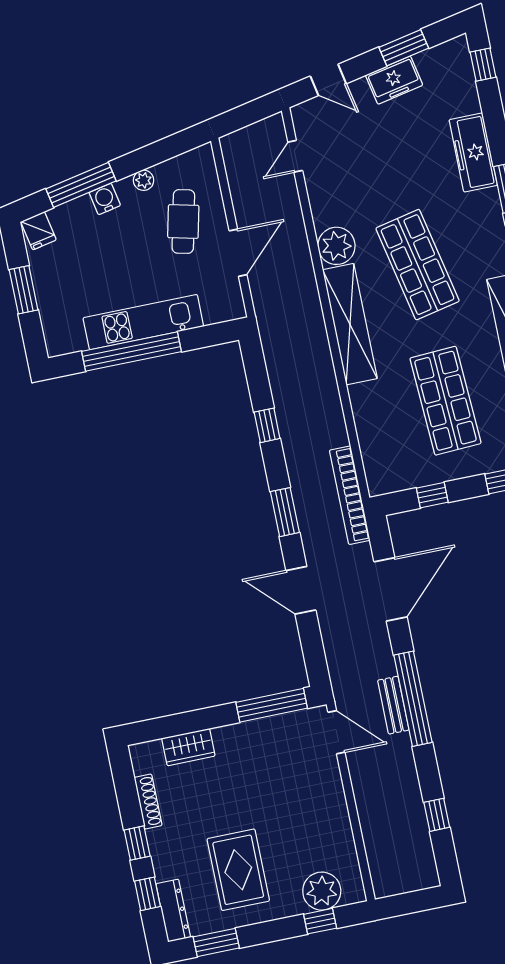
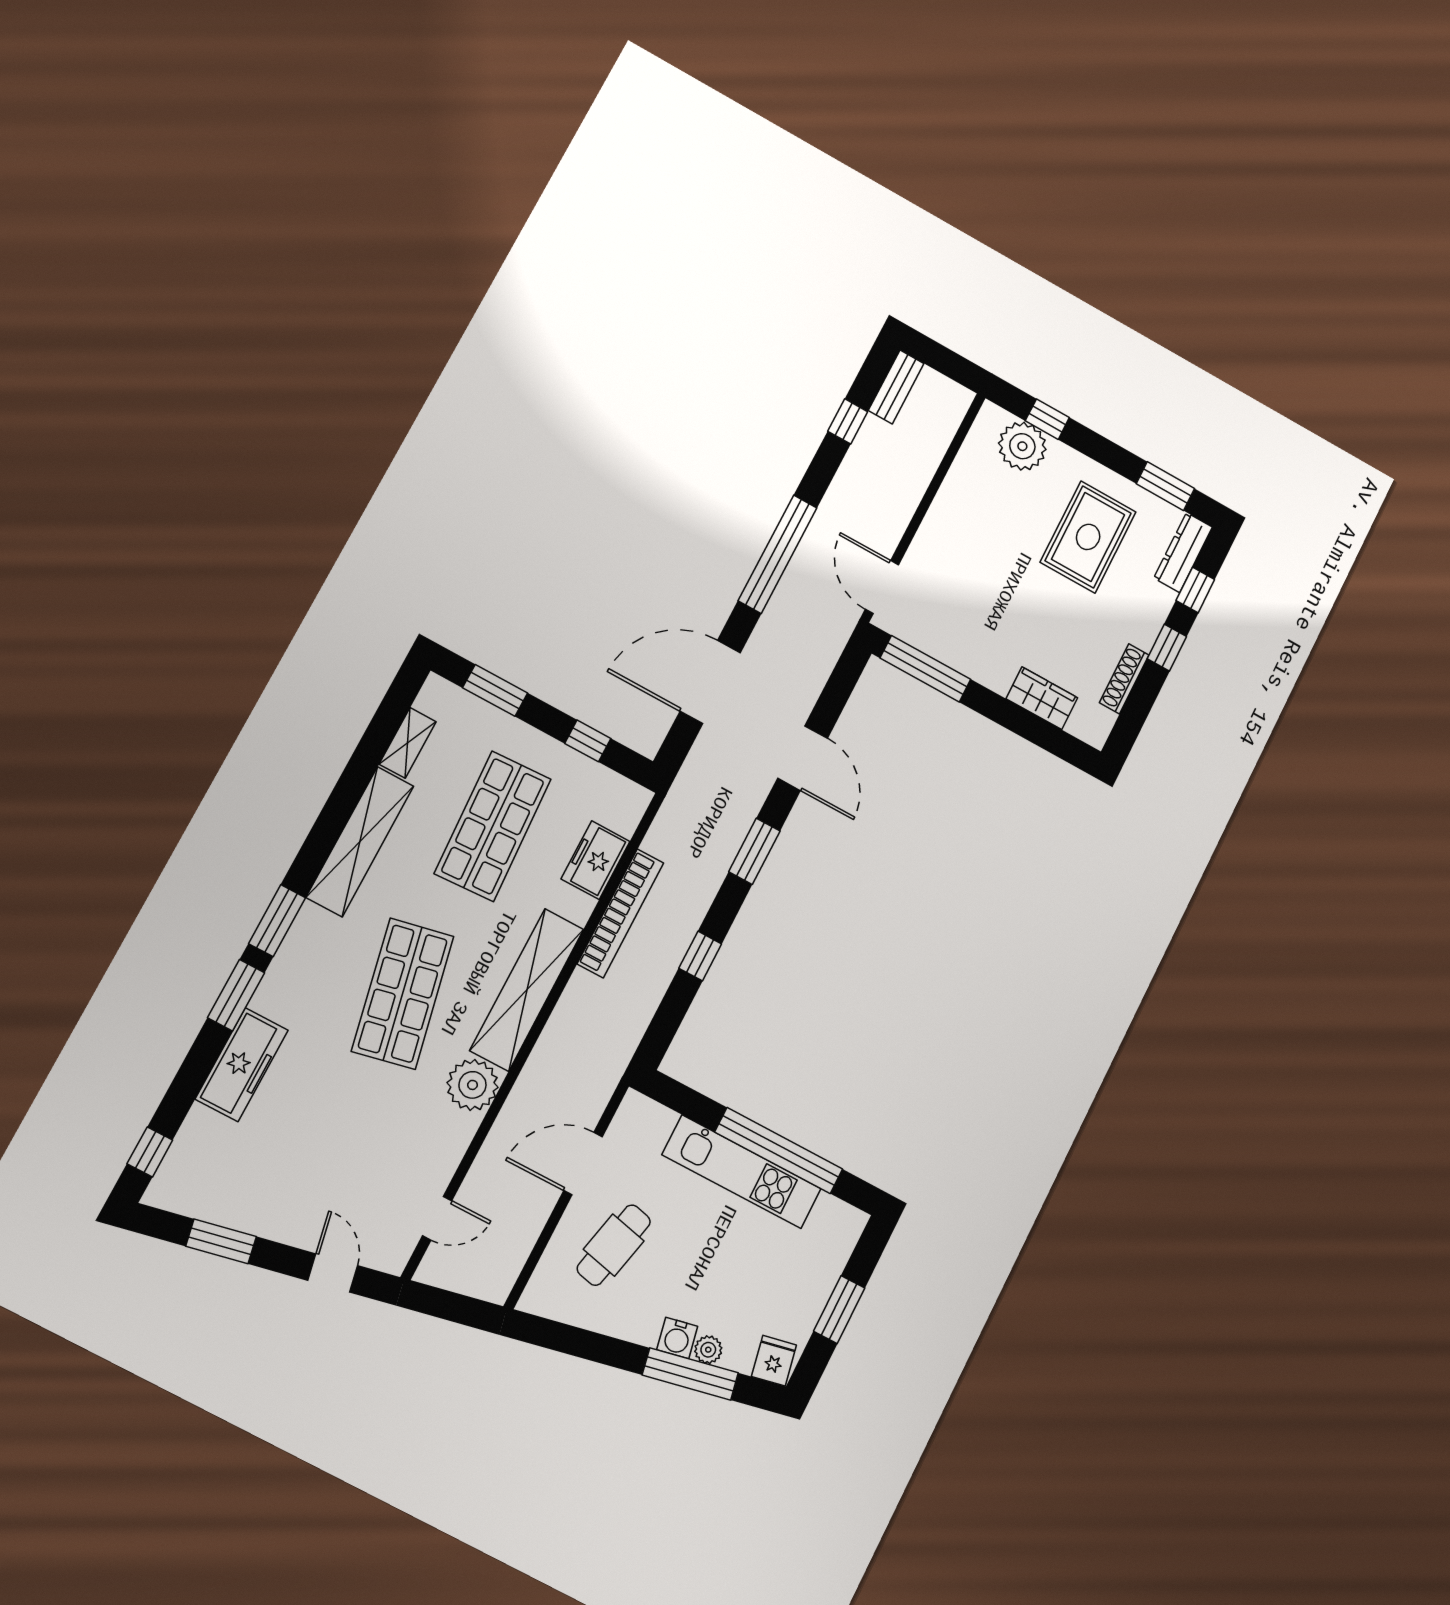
freezer: (394, 80) -> (596, 860), moved, turned -79
plant: (144, 180) -> (708, 1350), moved
bookcase: (350, 495) -> (620, 913), moved
bench: (393, 705) -> (896, 387), moved

